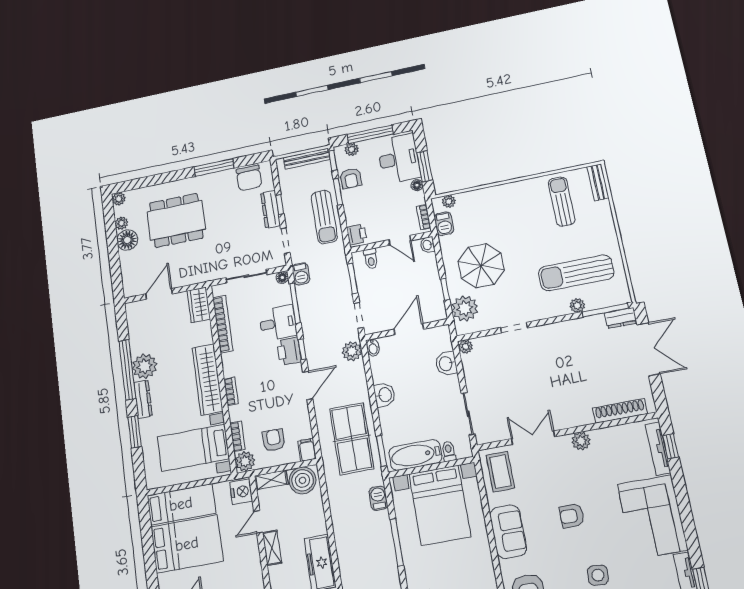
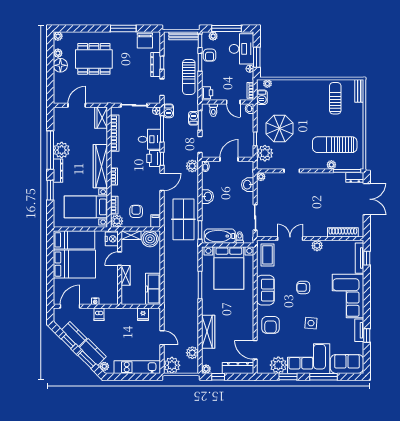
barbecue: (378, 498) -> (194, 118), moved

